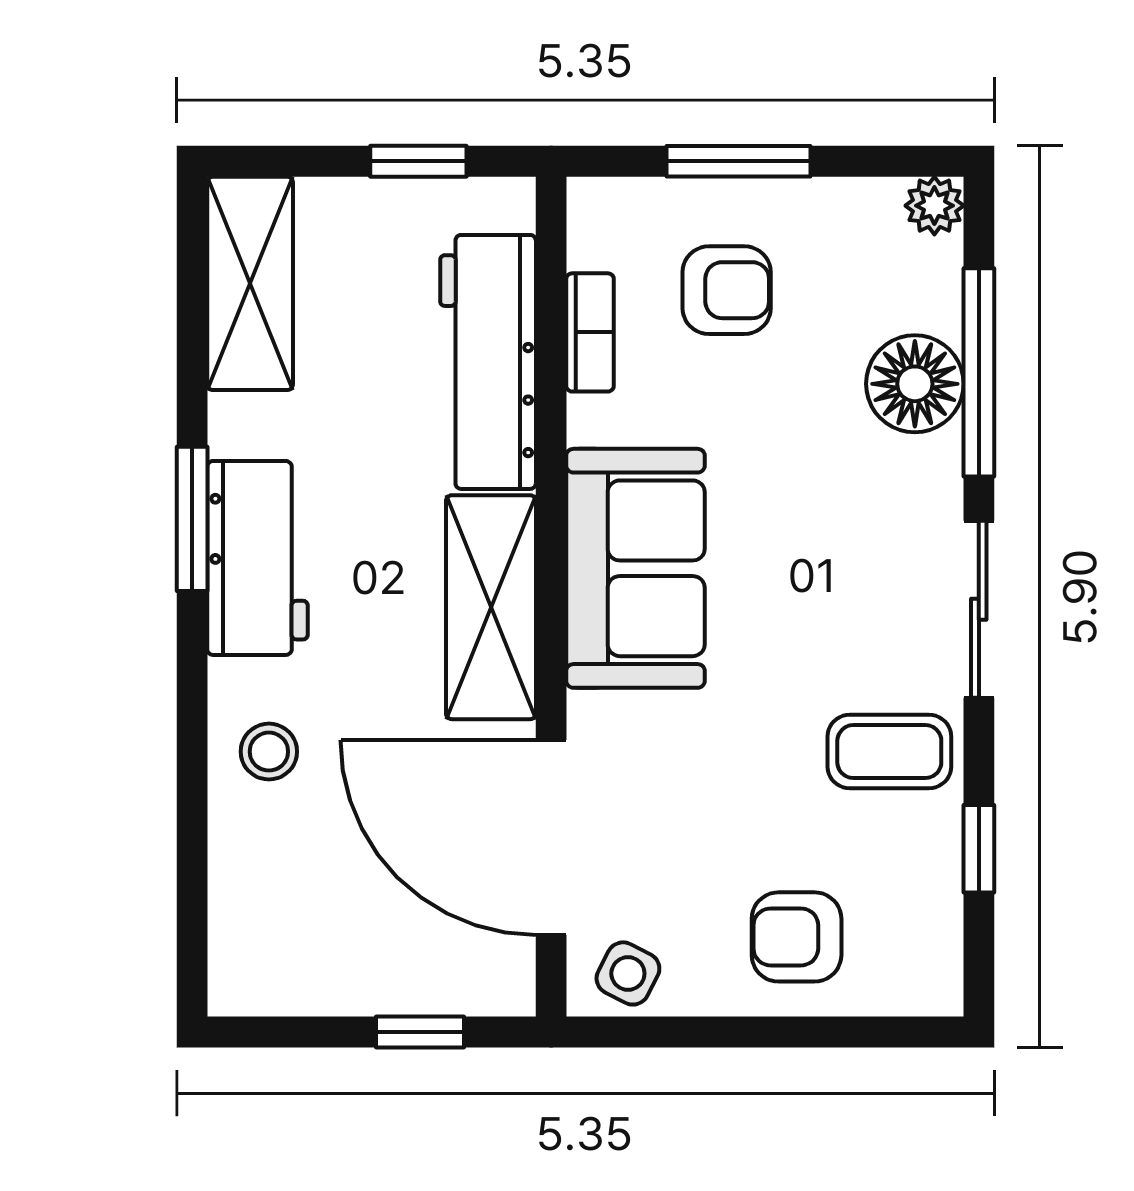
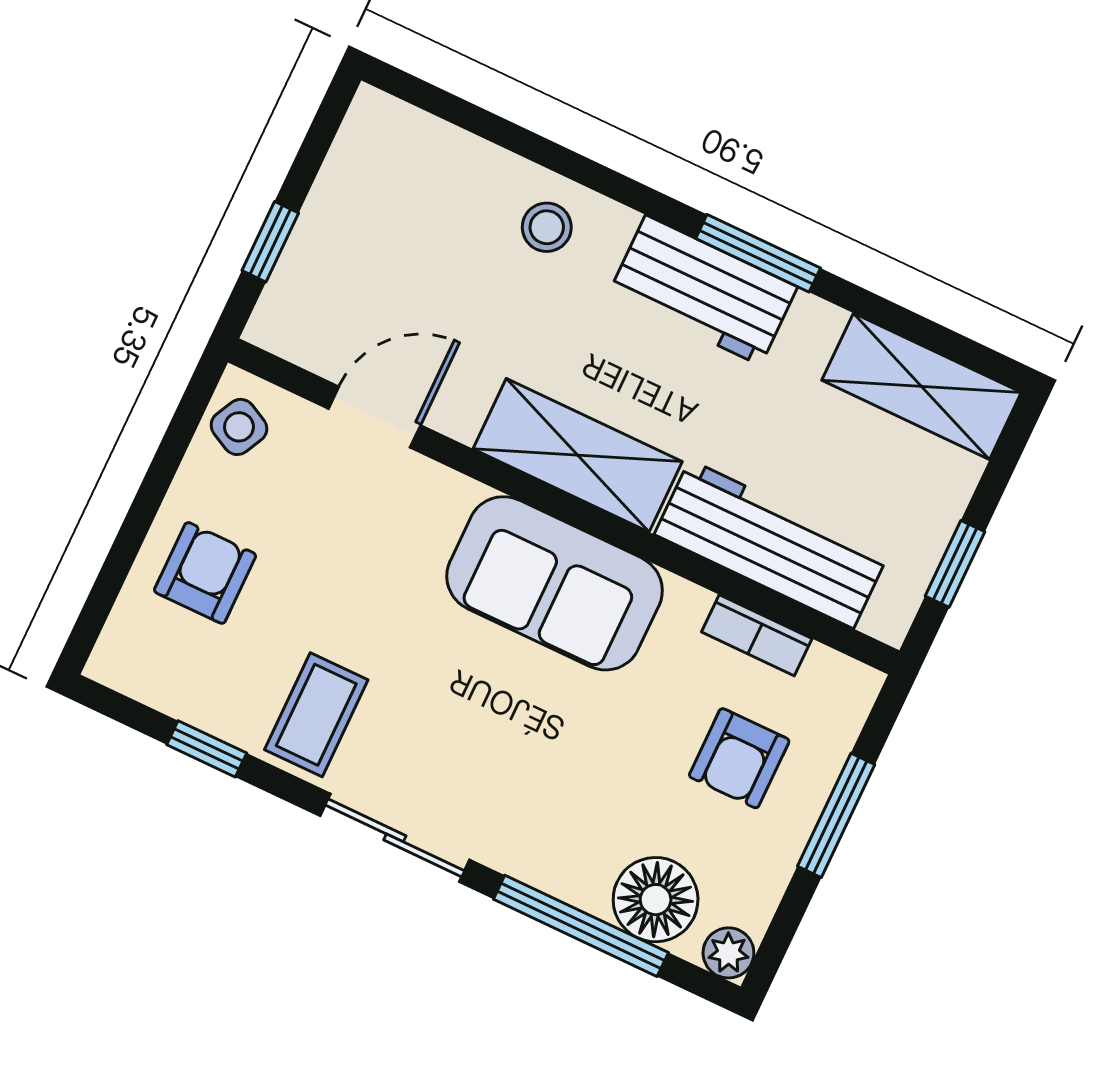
floor lamp: (915, 384) -> (656, 900), moved
door: (551, 837) -> (374, 417), width x0.53

